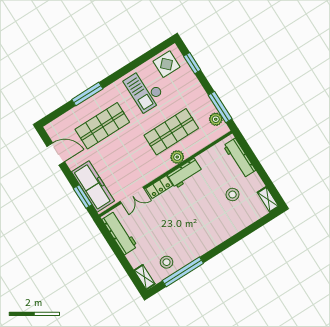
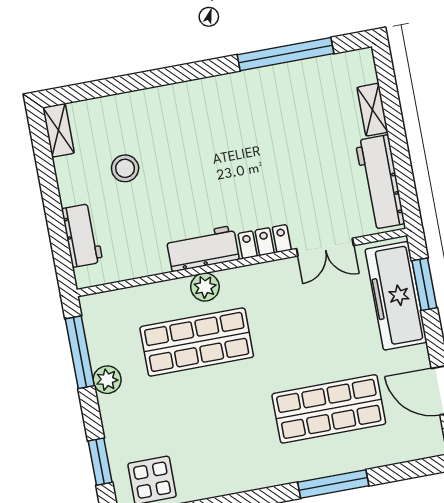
checkout: (144, 90) -> (217, 446), removed
plant: (216, 119) -> (107, 380), moved
workbench: (239, 158) -> (82, 235), width x0.73
double door: (132, 195) -> (325, 247), swing flipped
stool: (167, 262) -> (310, 87), removed
shelving: (144, 277) -> (372, 110), moved

